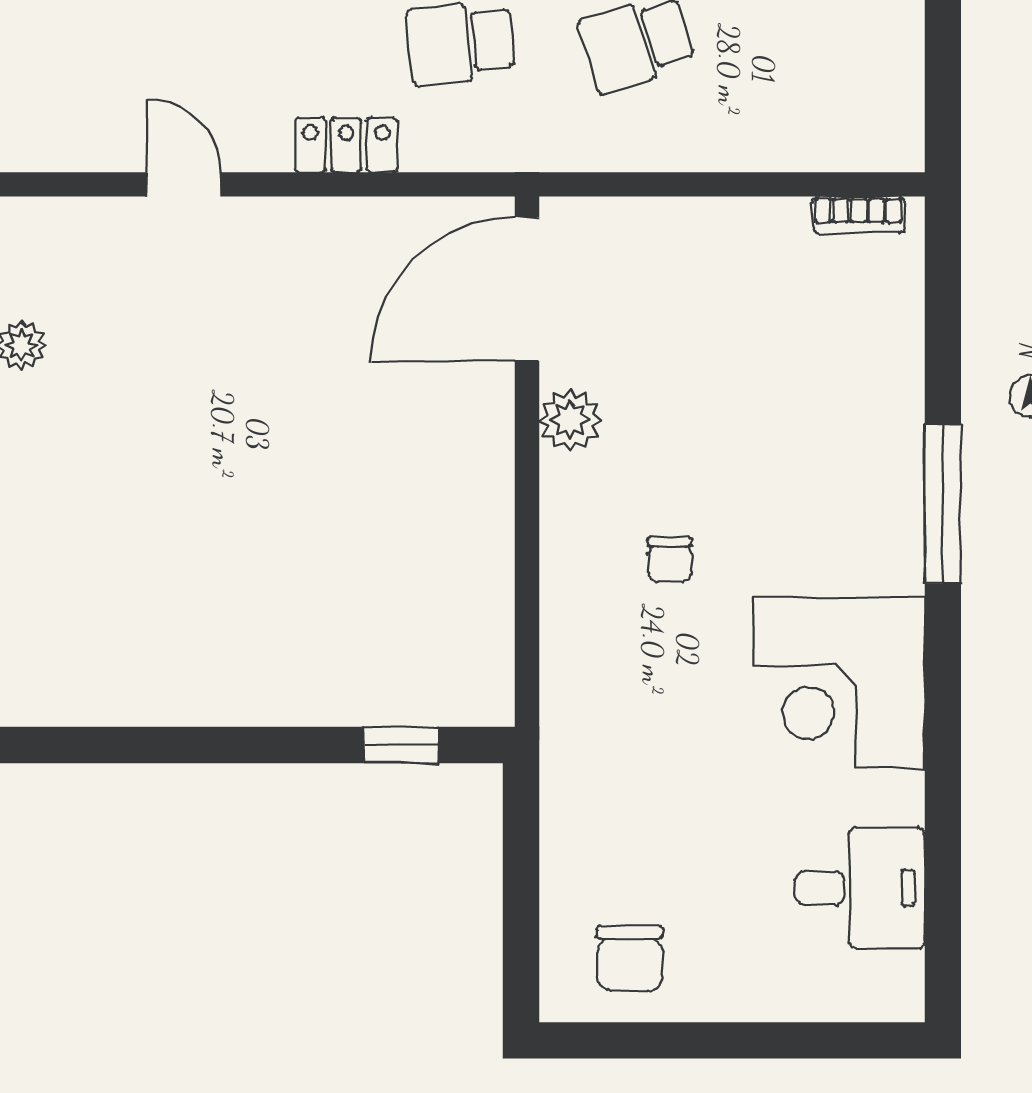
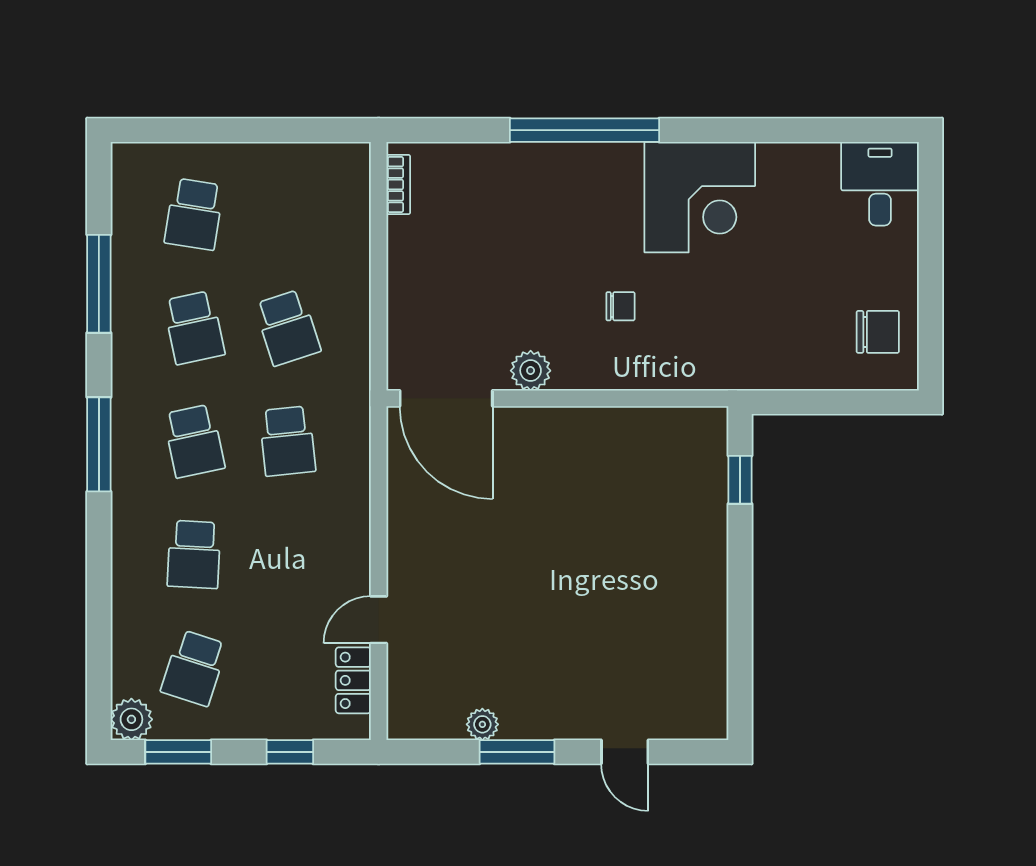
locker: (346, 145) -> (353, 680), moved
window: (943, 504) -> (585, 130), width x1.46
desk: (860, 888) -> (880, 184), moved

